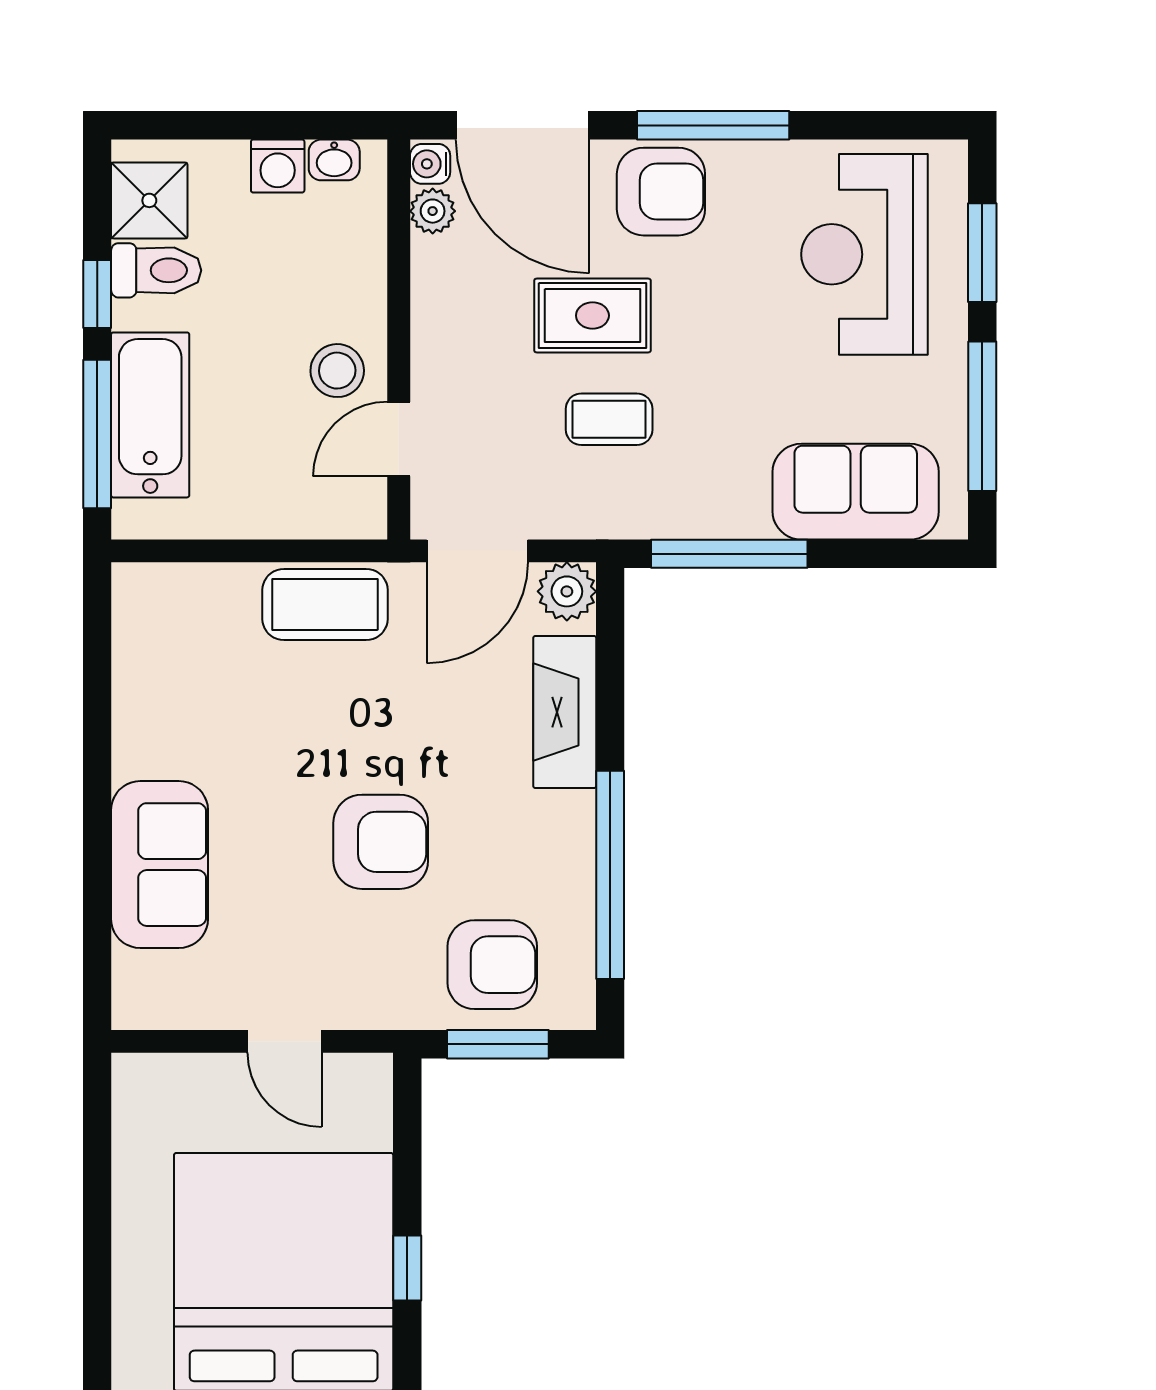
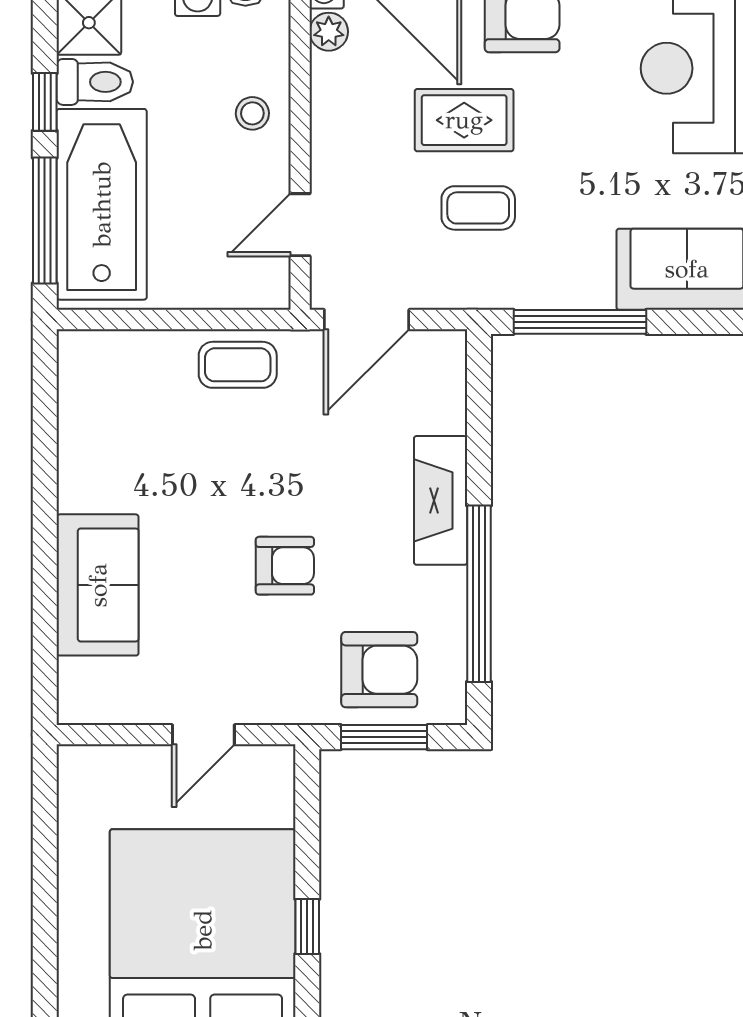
stool: (337, 371) -> (252, 113), moved, width x0.73, depth x0.73
bathtub: (150, 415) -> (102, 204), width x1.36, depth x1.36
plant: (567, 591) -> (442, 354), removed
coffee table: (325, 605) -> (238, 365), width x0.73, depth x0.77
fireplace: (565, 712) -> (441, 500), moved
armchair: (381, 842) -> (285, 566), width x0.72, depth x0.72
door: (285, 1041) -> (203, 735), hinge flipped

